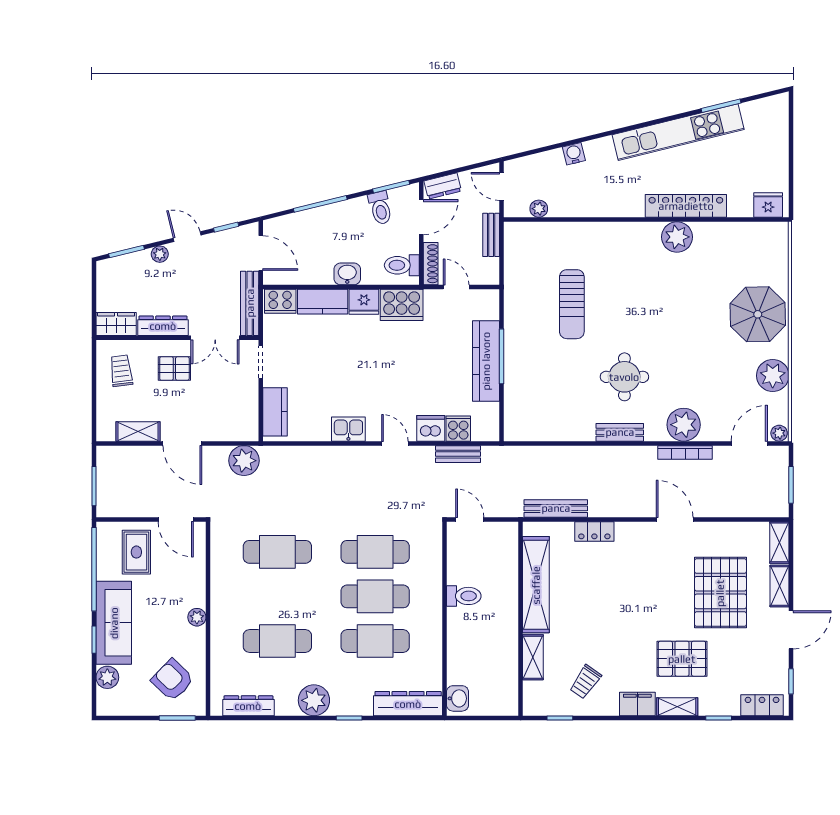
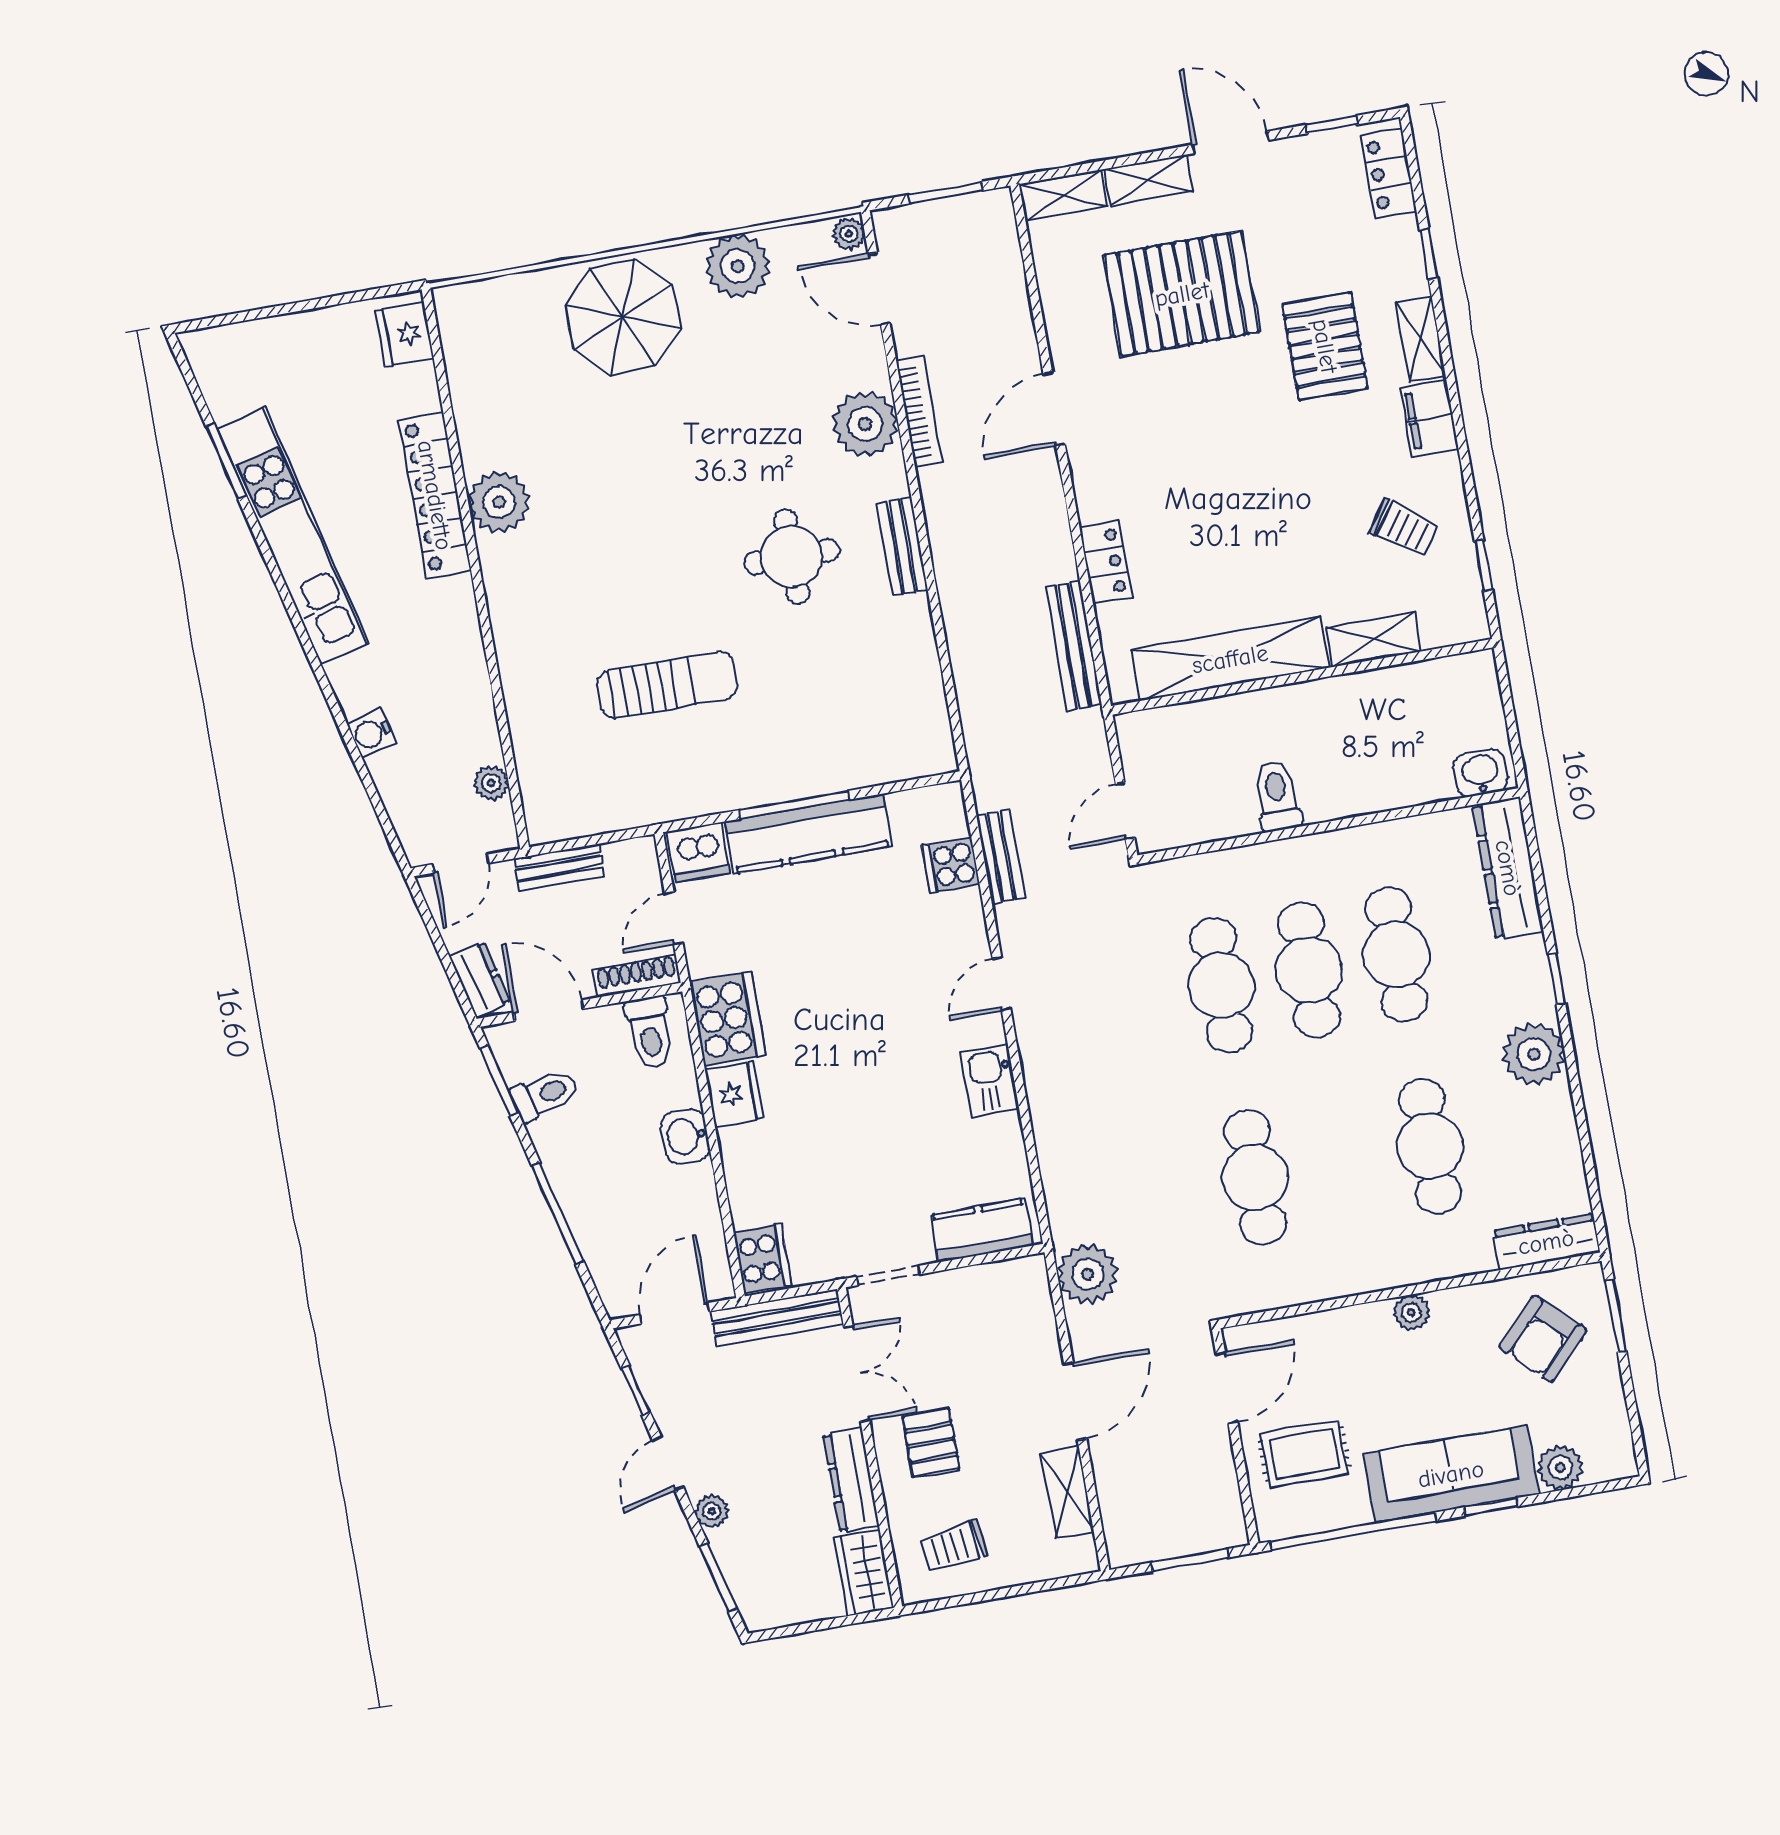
kitchen counter: (323, 302) -> (749, 1175), removed
dishwasher: (431, 428) -> (698, 852), moved, turned -90
dresser: (248, 706) -> (1546, 1242), moved, turned 90

